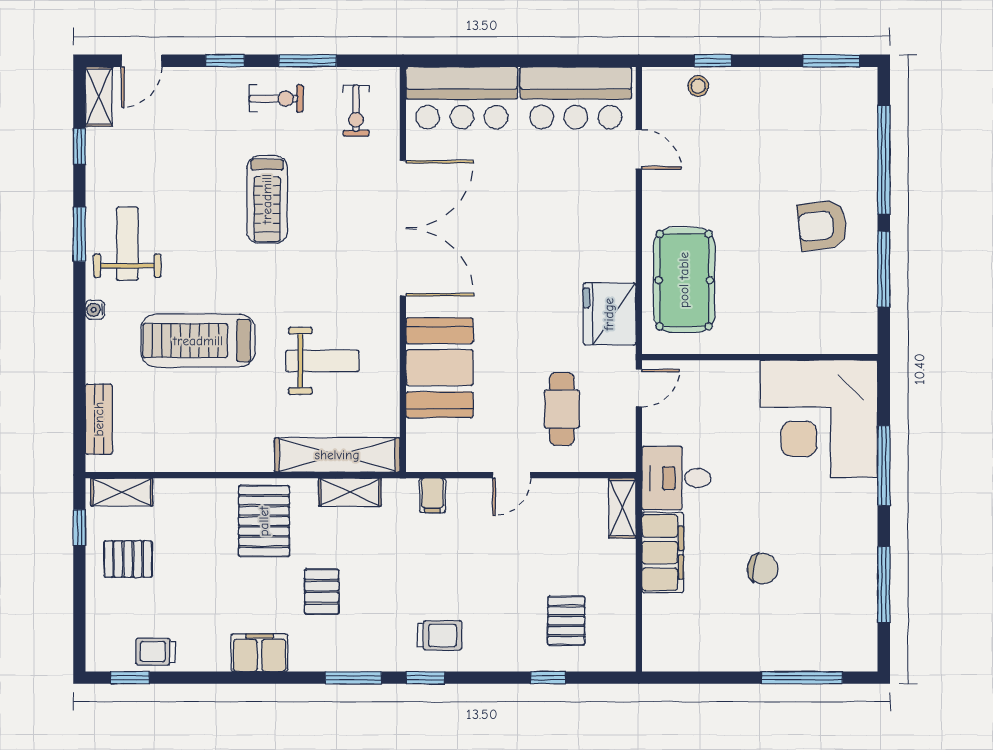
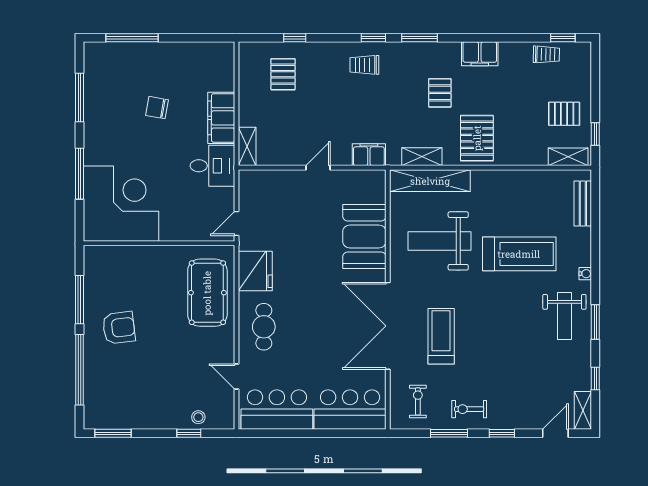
treadmill: (267, 199) -> (441, 336), moved
weight bench: (322, 361) -> (439, 241), width x1.36, depth x1.33
cafe table: (562, 409) -> (264, 327), moved
filing cabinet: (432, 495) -> (369, 155), width x2.00

